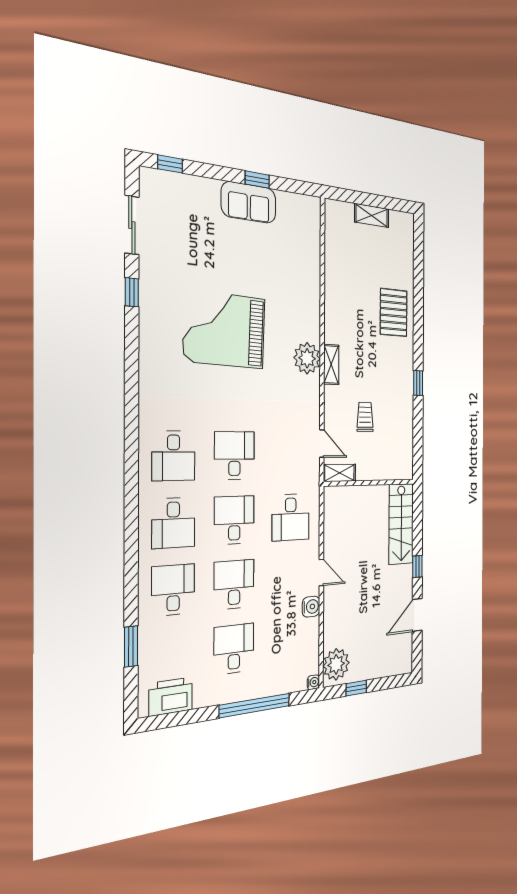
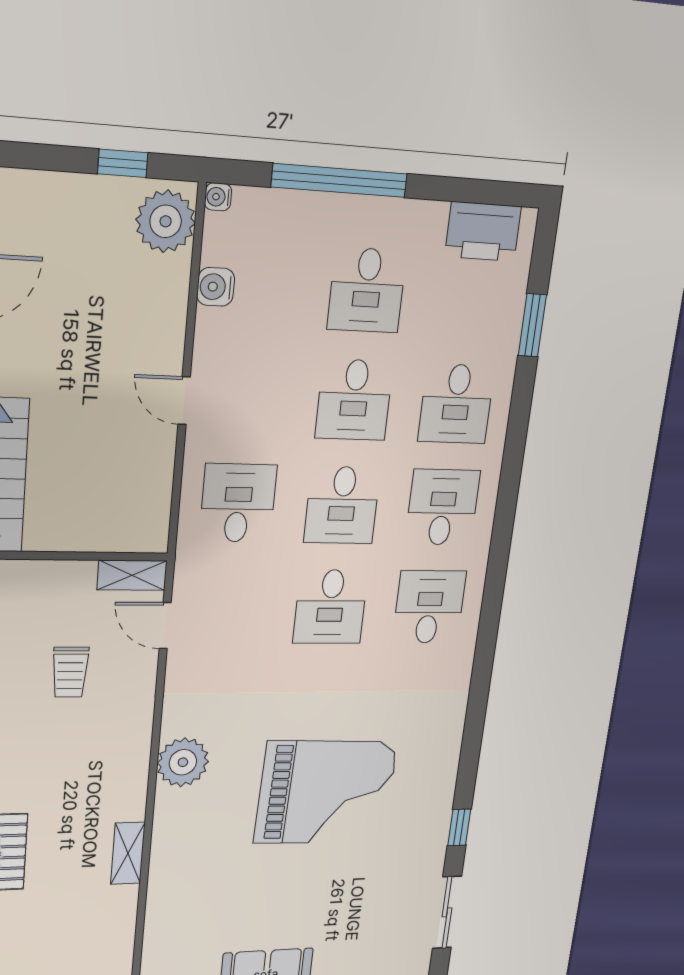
shelving: (331, 365) -> (128, 853), moved
water cooler: (311, 607) -> (216, 287), moved

